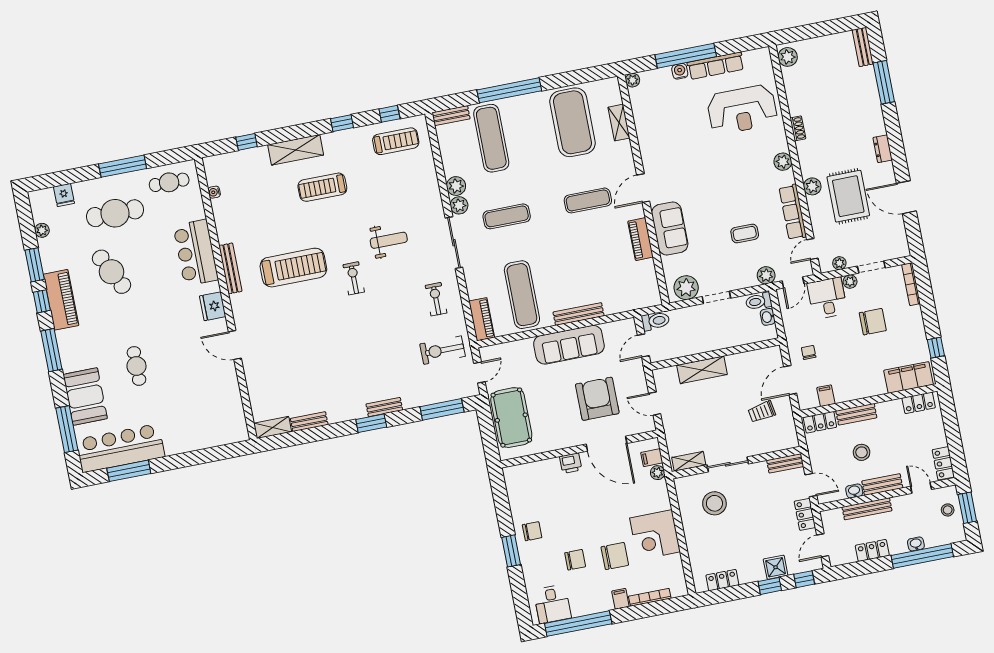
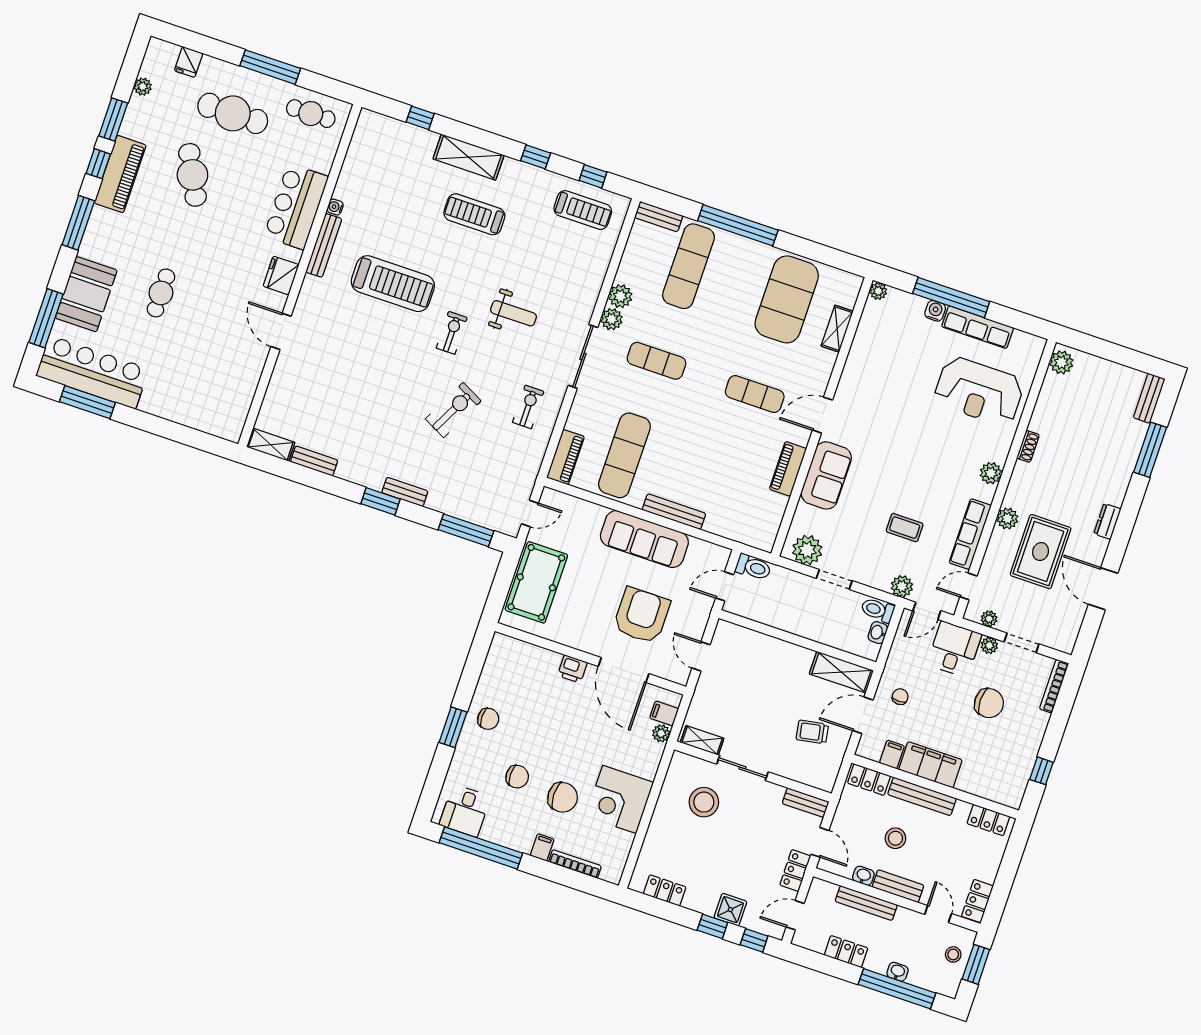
water cooler: (214, 192) -> (335, 207), moved
exercise bike: (443, 350) -> (453, 410), moved, turned 117
shelving: (702, 370) -> (841, 672), moved
filing cabinet: (908, 377) -> (930, 765), moved
bench: (856, 414) -> (922, 796), width x1.36

